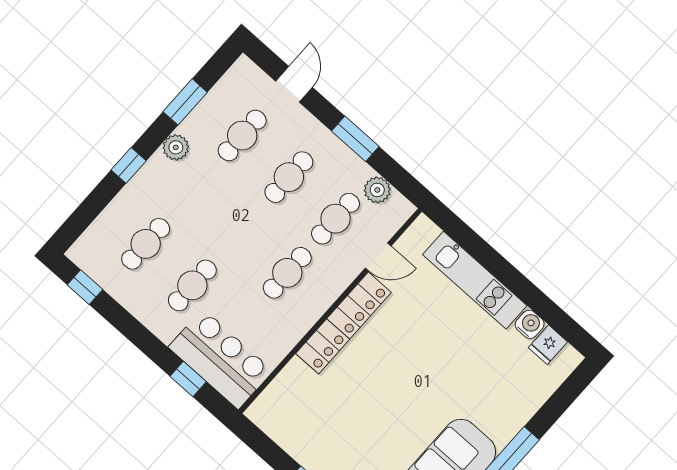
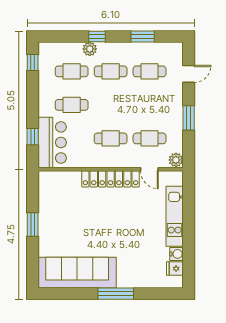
plant: (176, 147) -> (90, 49), moved
cafe table: (289, 177) -> (111, 71), moved
plant: (377, 190) -> (176, 160), moved

